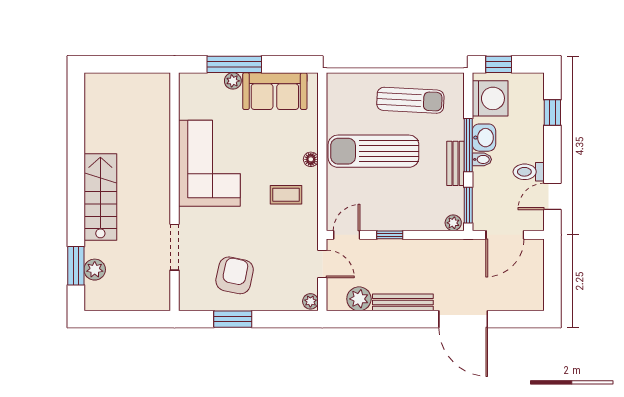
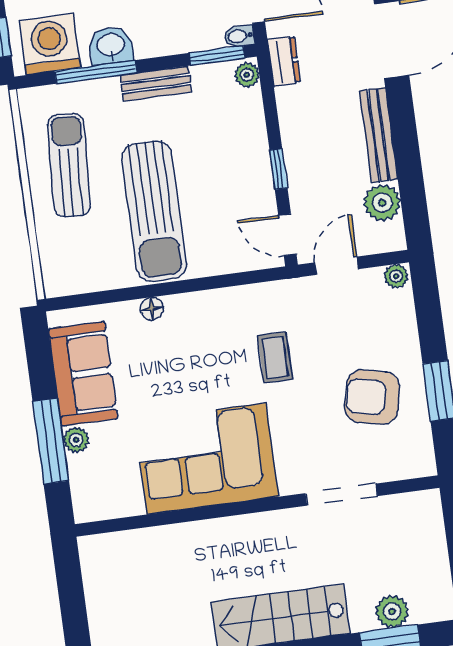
window: (468, 145) -> (96, 72), moved
floor lamp: (311, 159) -> (152, 309), moved
bidet: (482, 159) -> (239, 36), moved, turned -90
coffee table: (286, 195) -> (275, 358), moved
dresser: (459, 248) -> (284, 61), added

